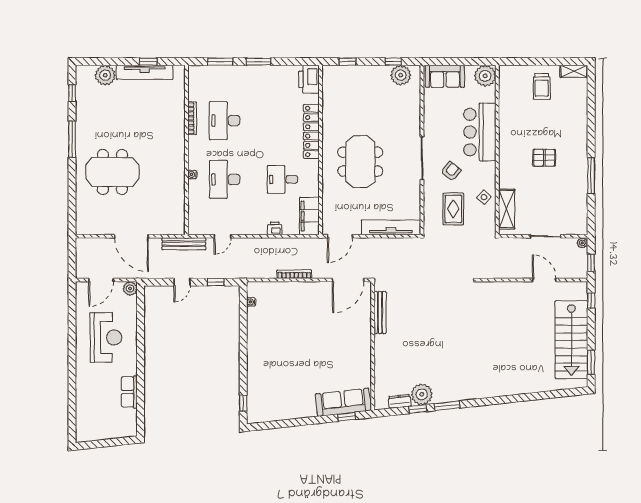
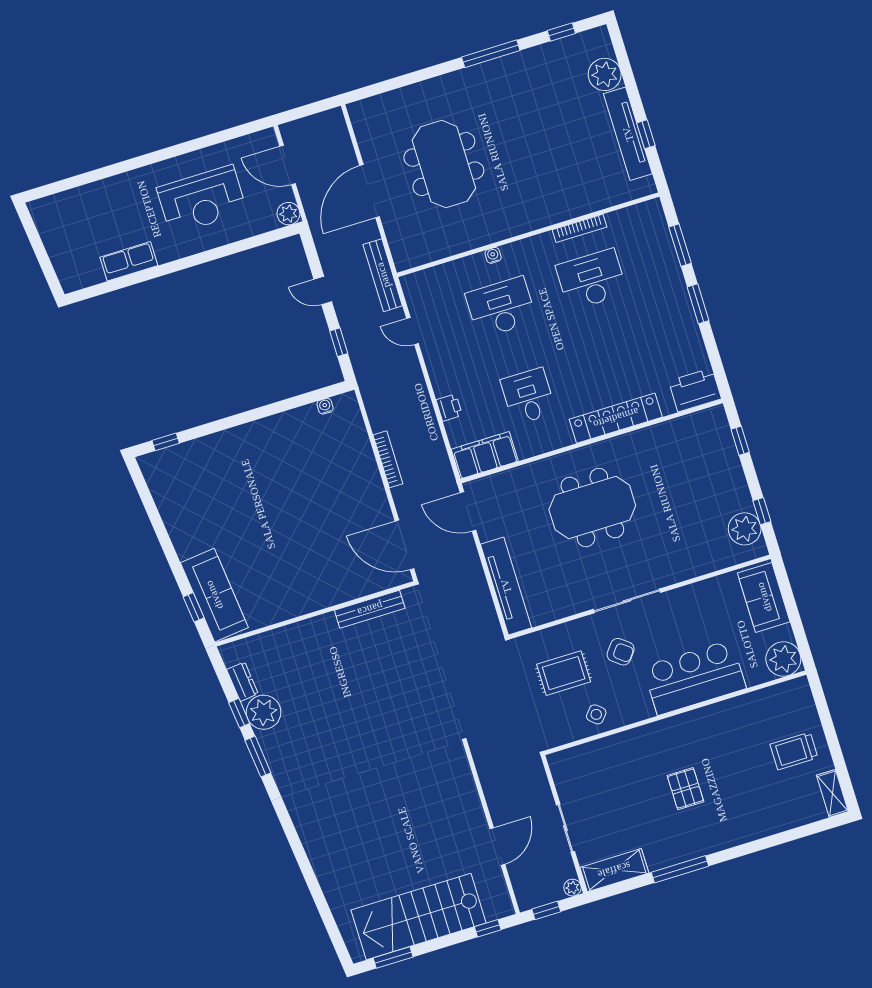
meeting table: (112, 172) -> (444, 164), moved
shelving: (507, 209) -> (614, 870), moved

